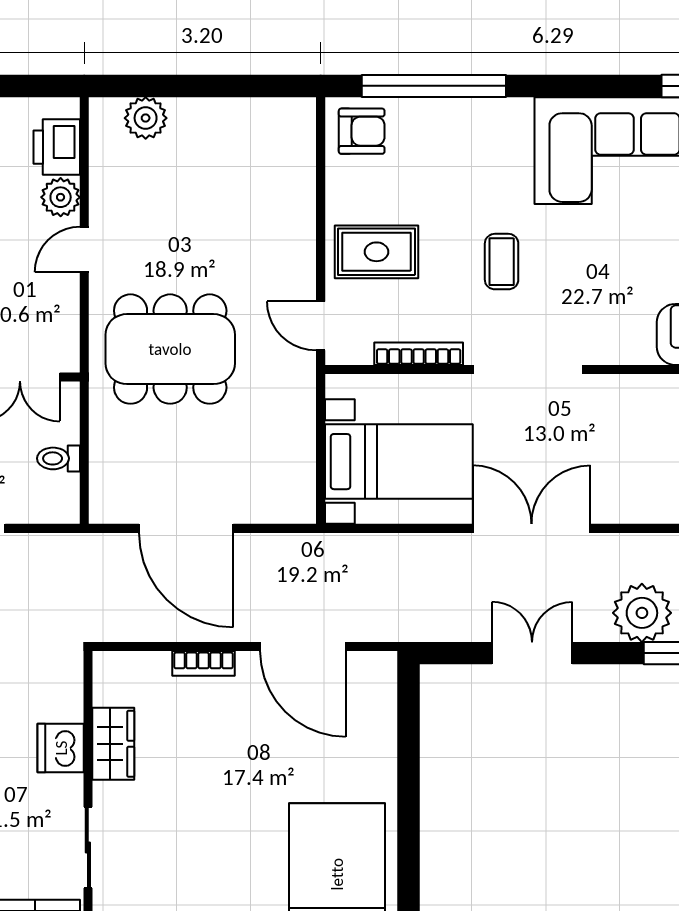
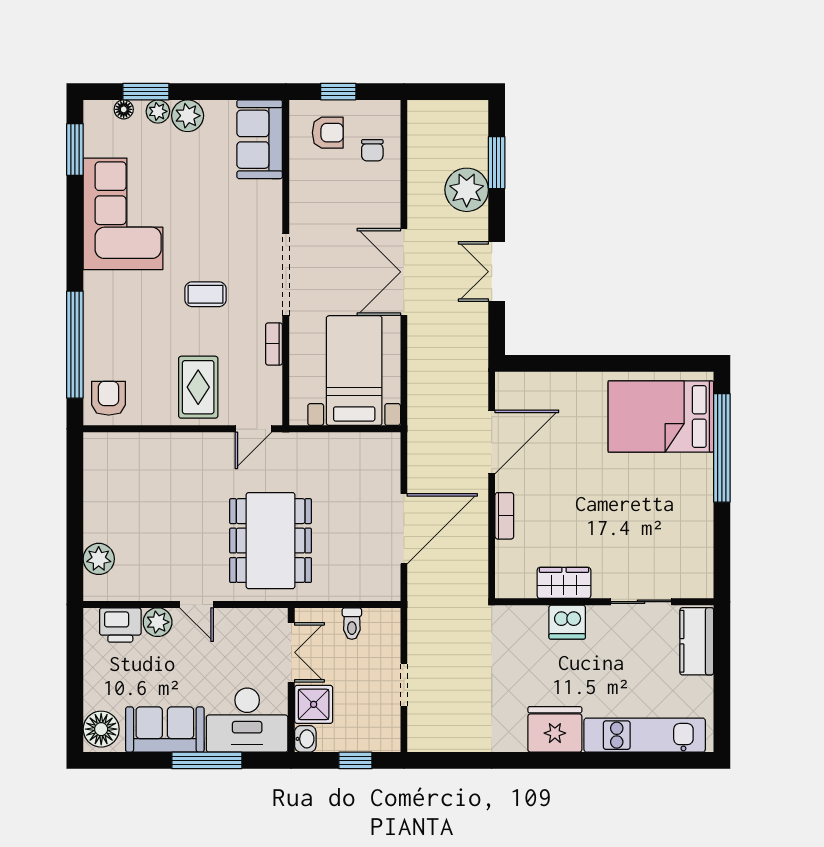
bookcase: (419, 354) -> (274, 344), width x0.64

